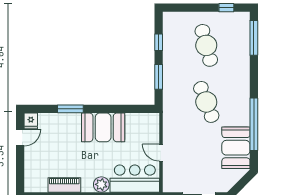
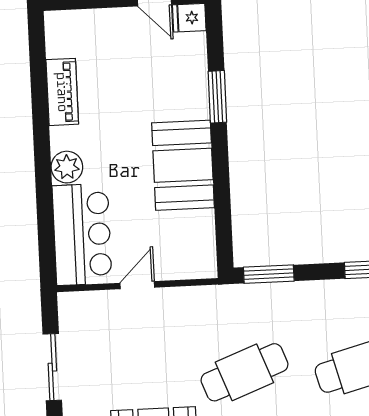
window: (159, 77) -> (269, 274), moved

